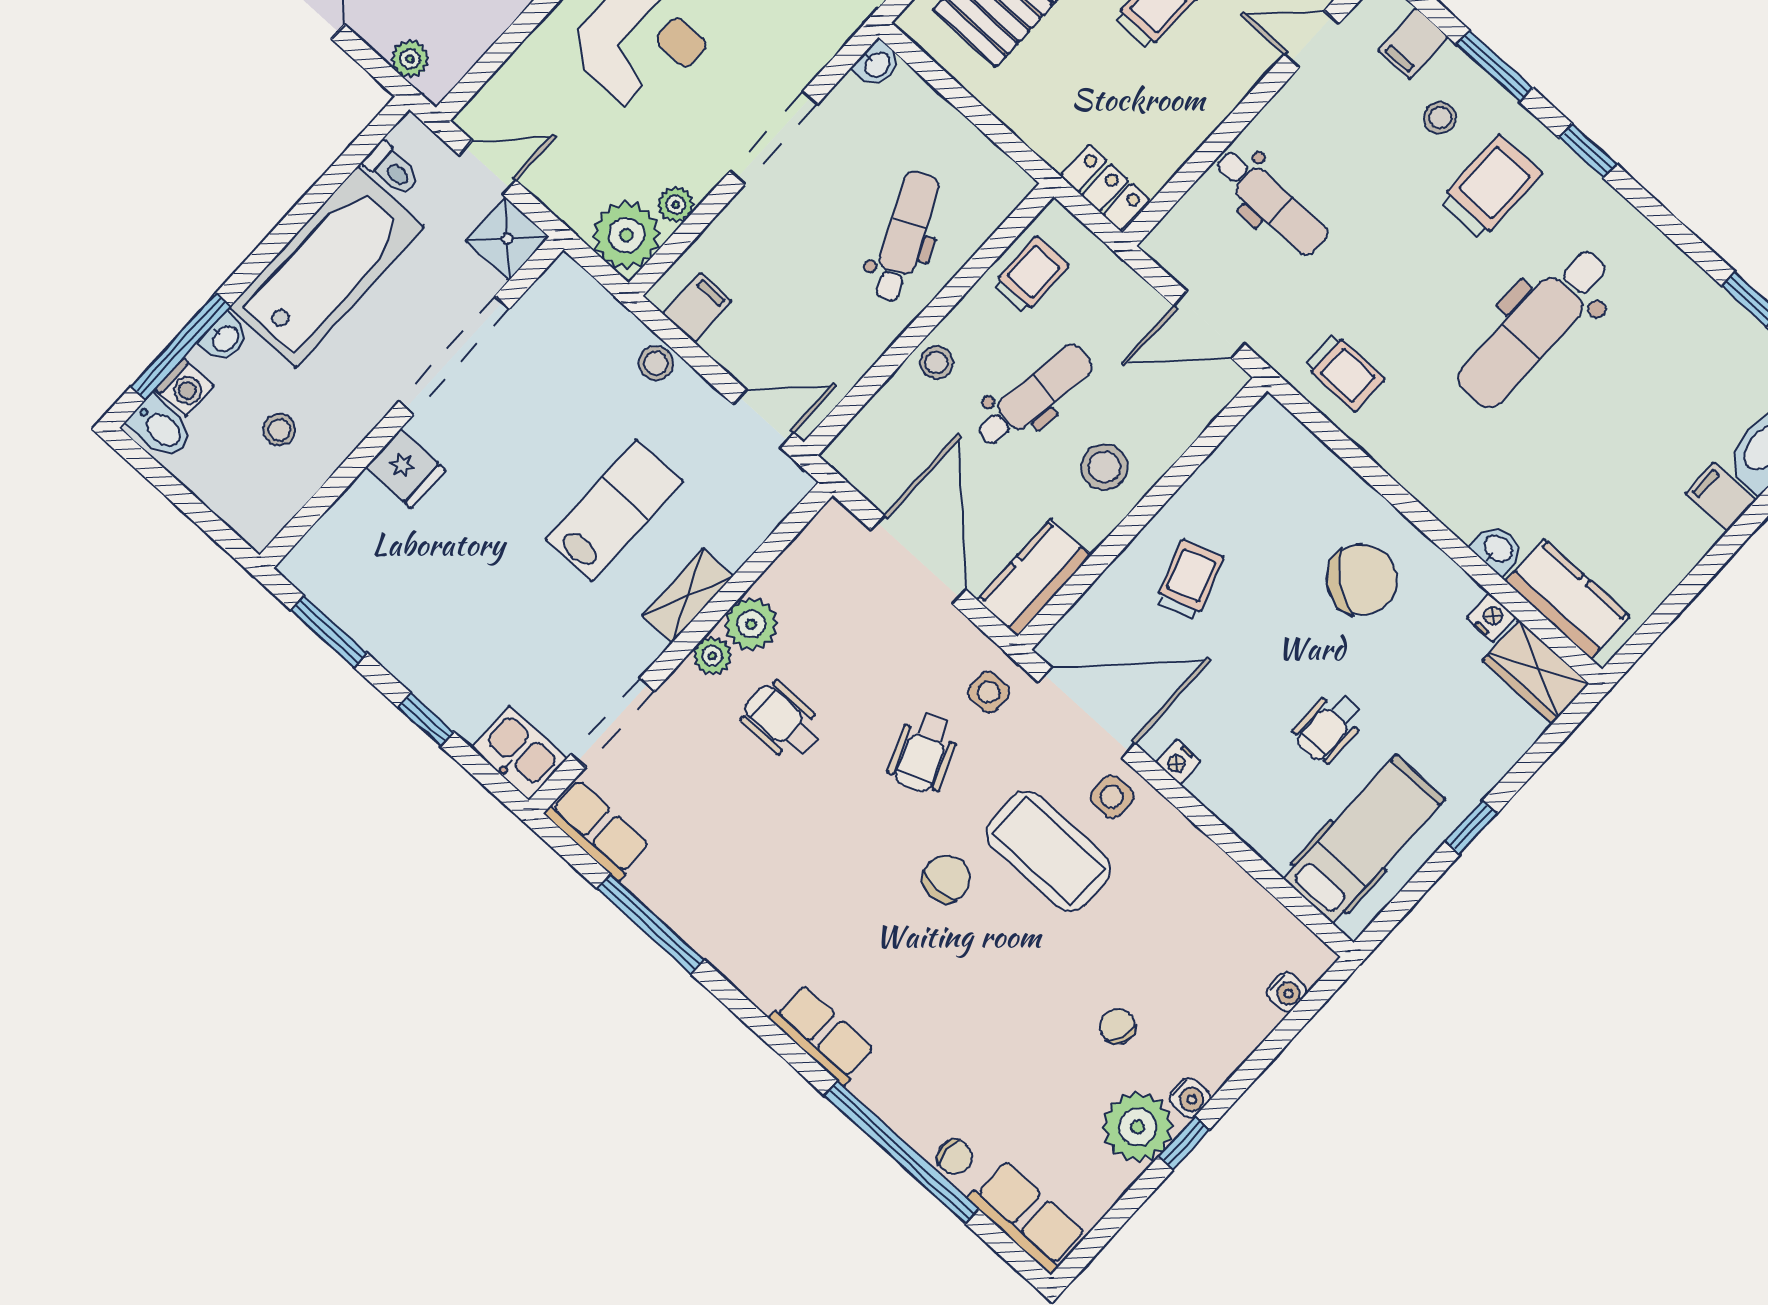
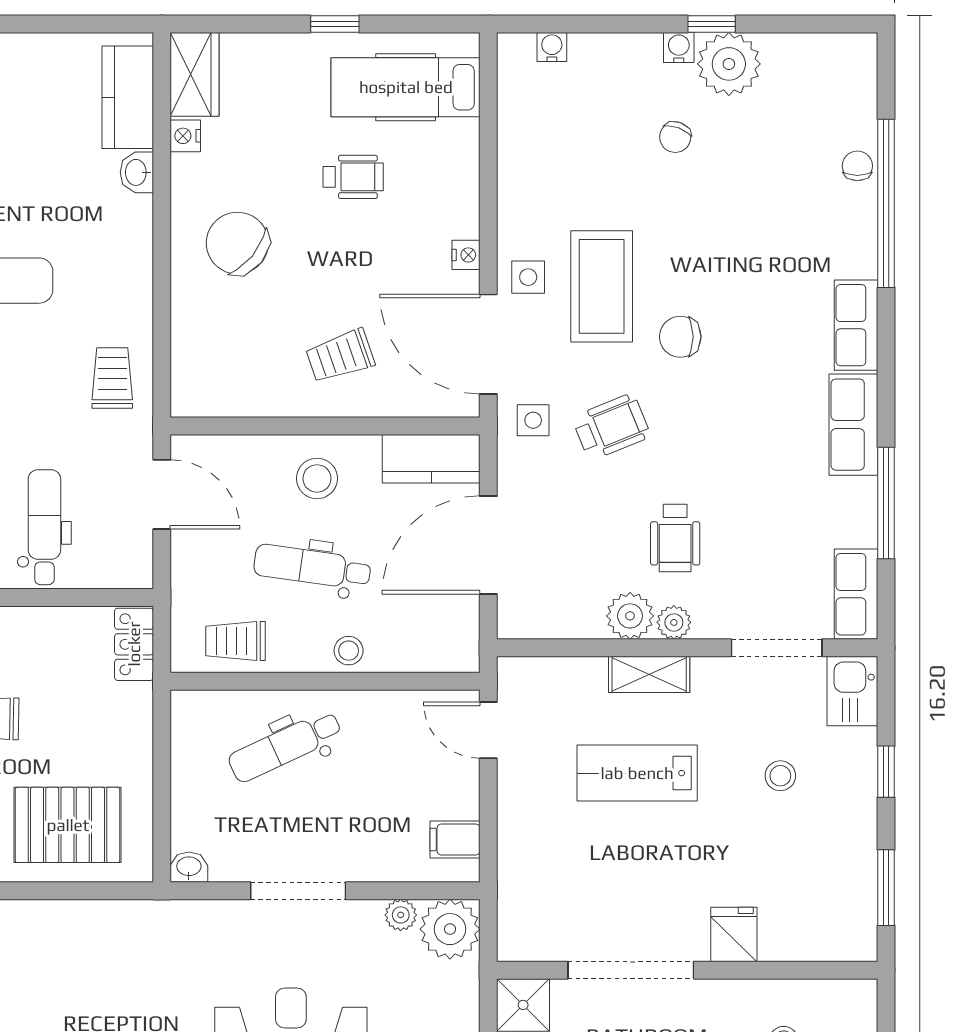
stool: (656, 363) -> (780, 776), moved
row of seats: (1027, 1217) -> (853, 425), moved

